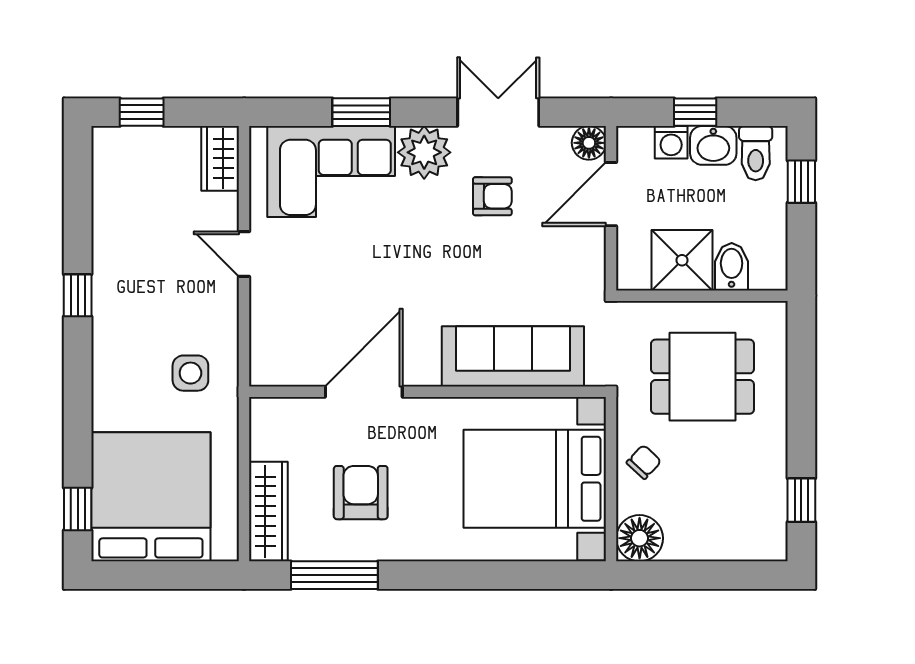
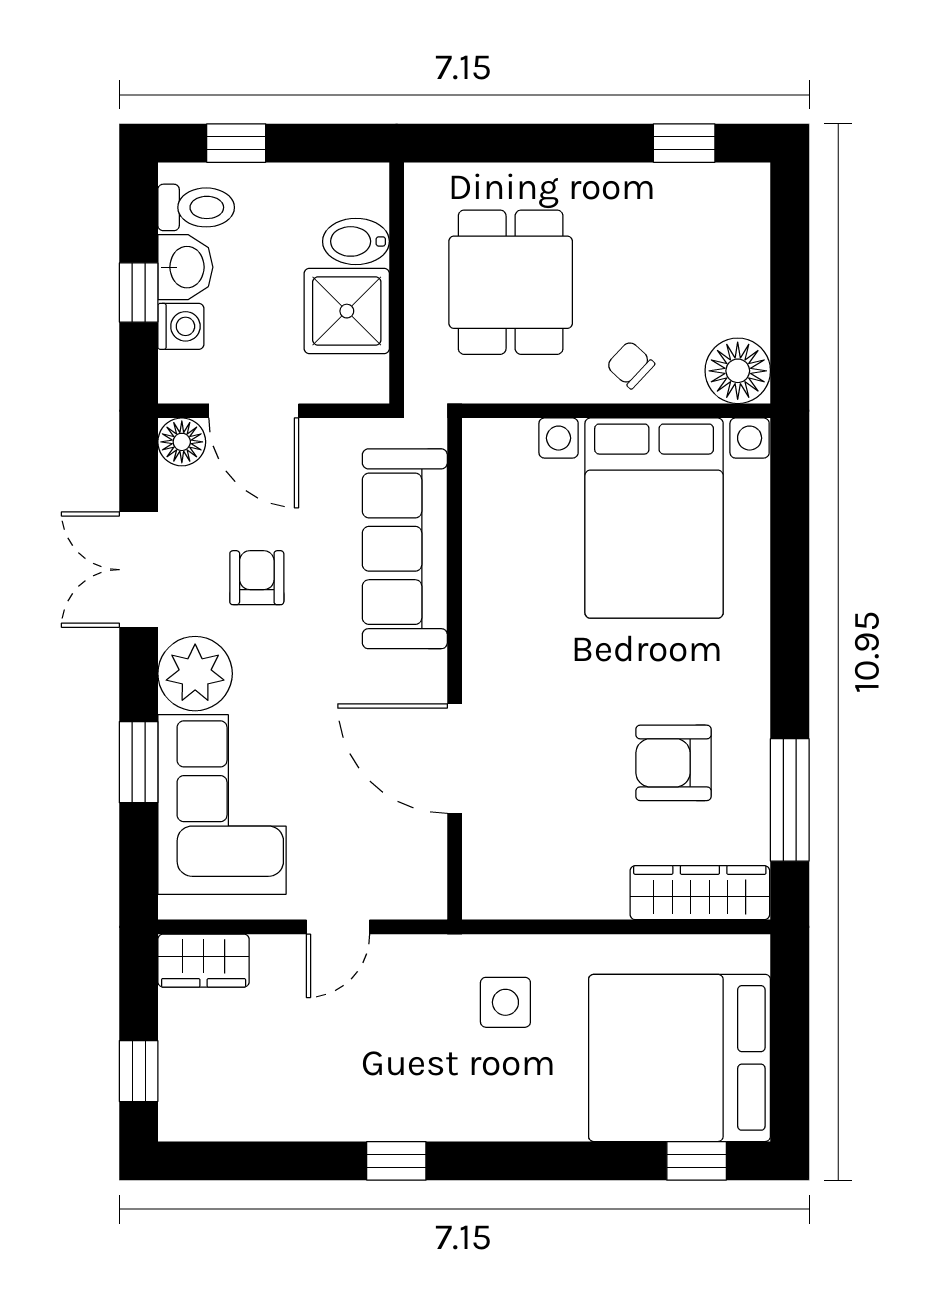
sofa: (513, 356) -> (405, 549), moved
door: (364, 392) -> (455, 759), moved
wall: (428, 392) -> (455, 669), moved

